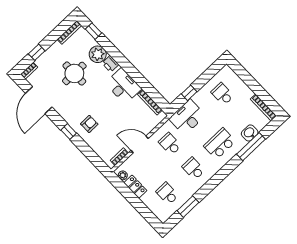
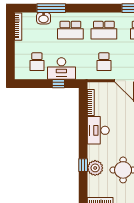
window: (93, 31) -> (83, 165), moved
printer: (110, 64) -> (93, 153), removed
desk: (187, 117) -> (61, 69), moved
school desk: (194, 169) -> (104, 30), width x1.85

